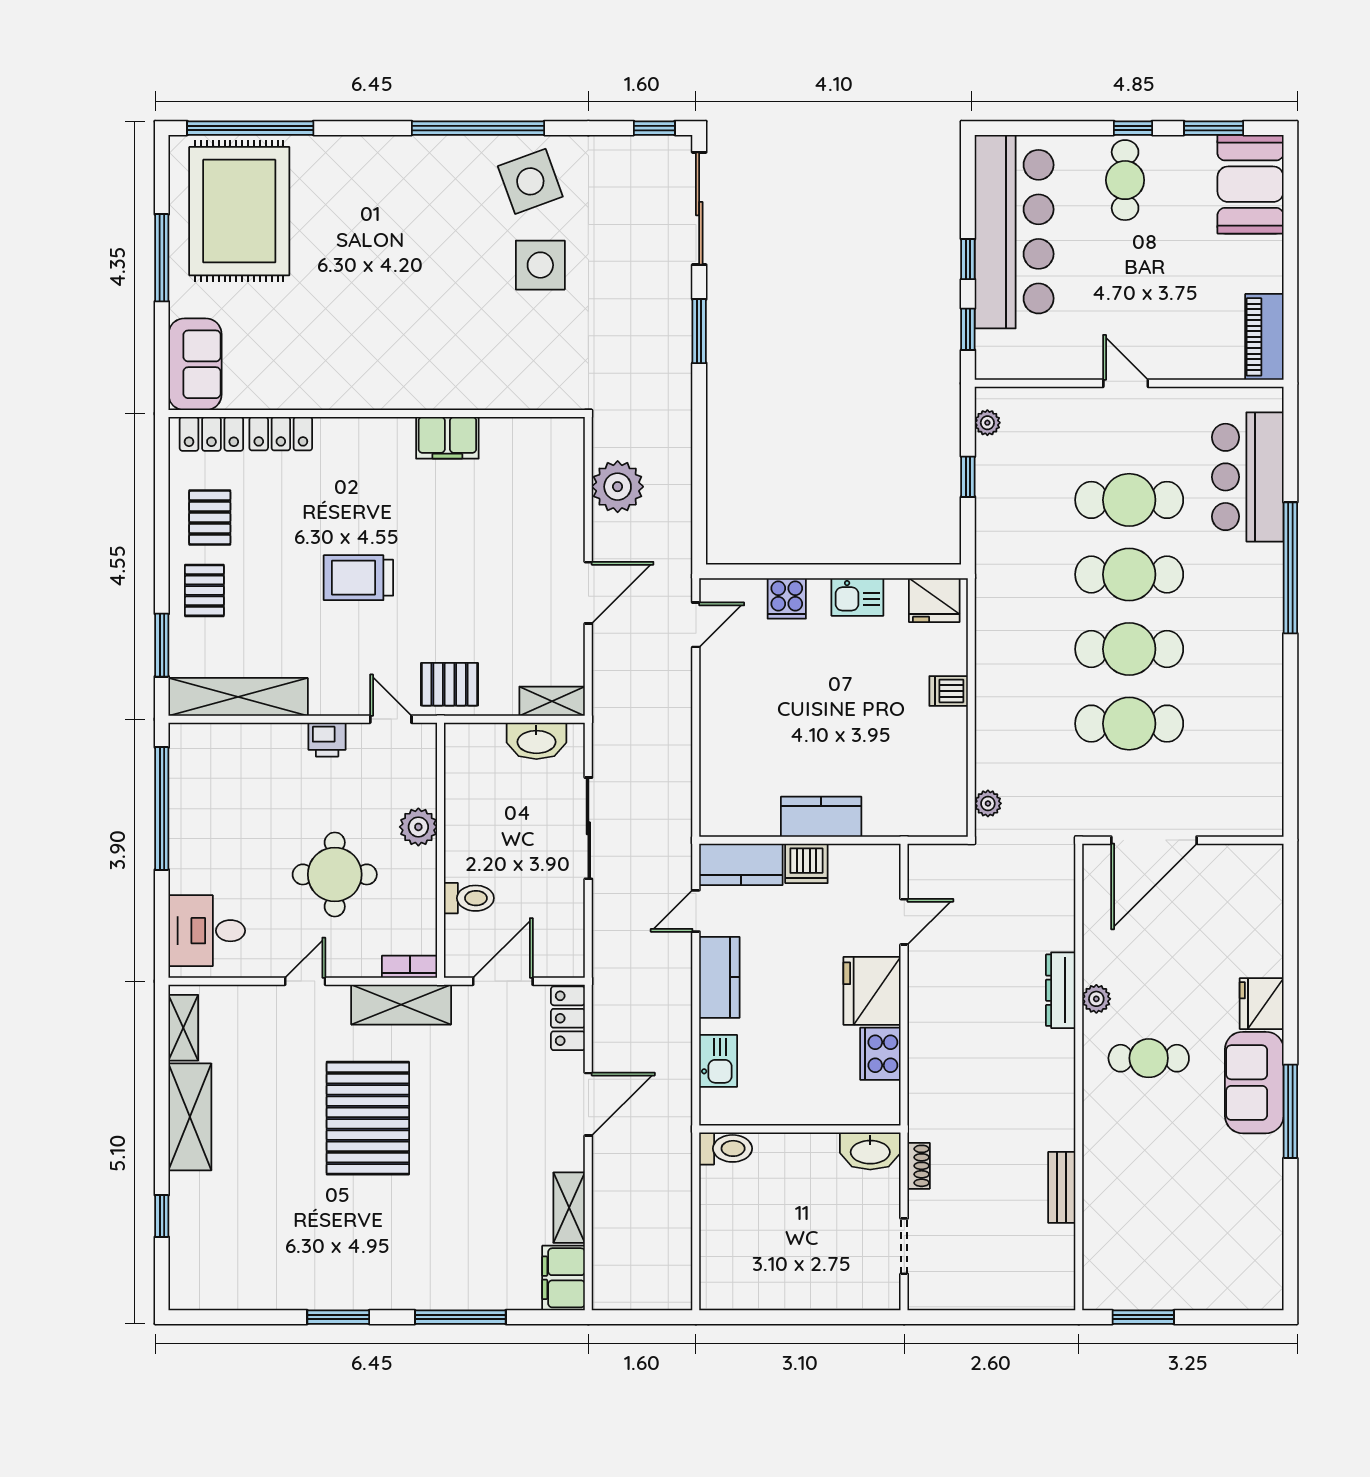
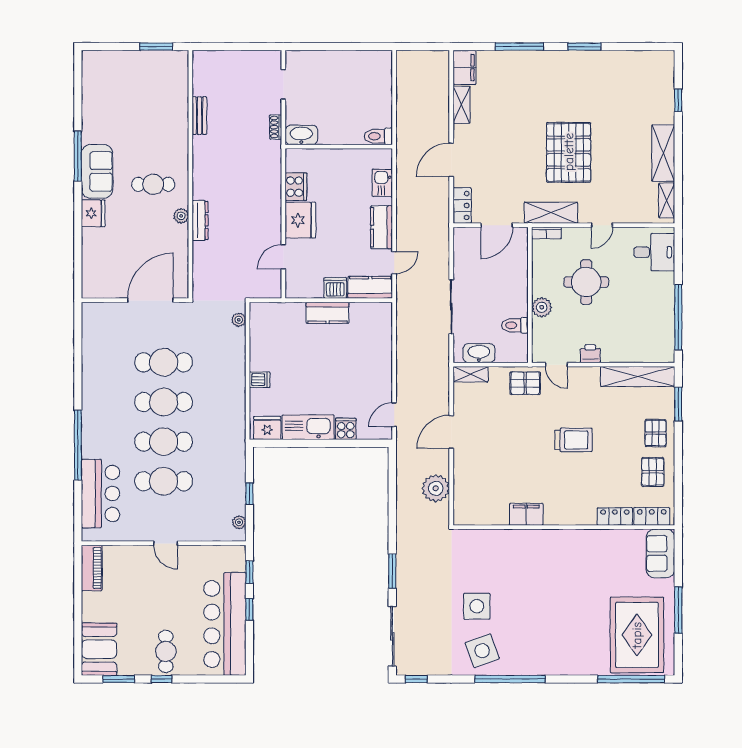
kitchen sink: (857, 597) -> (308, 427), width x1.88, depth x1.24
toilet: (469, 898) -> (515, 325), moved

